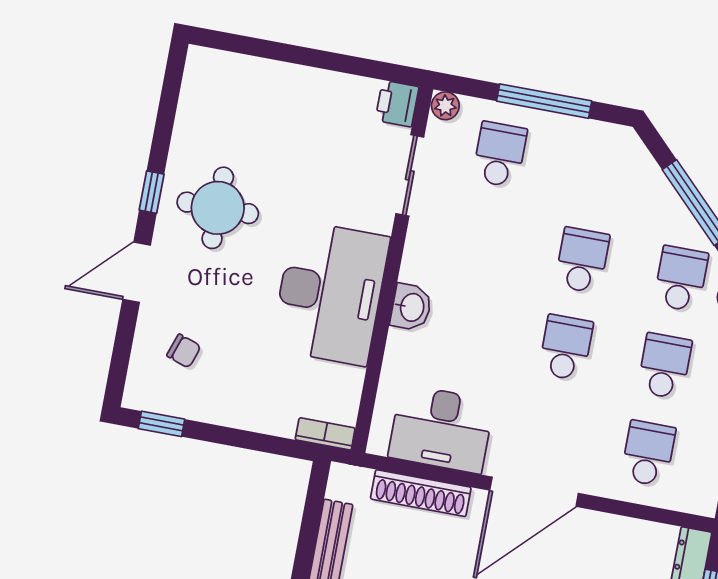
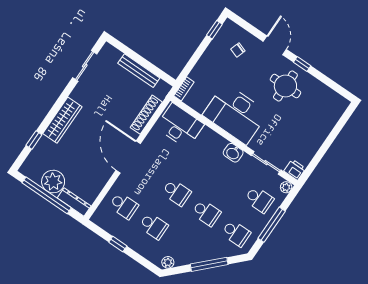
school desk: (681, 279) -> (236, 233), moved
washbasin: (411, 307) -> (233, 153), moved
desk: (441, 429) -> (180, 126), moved, turned 90

